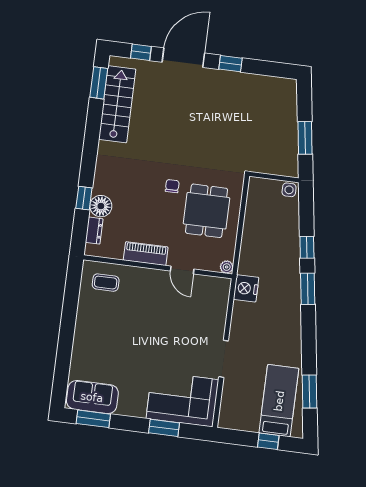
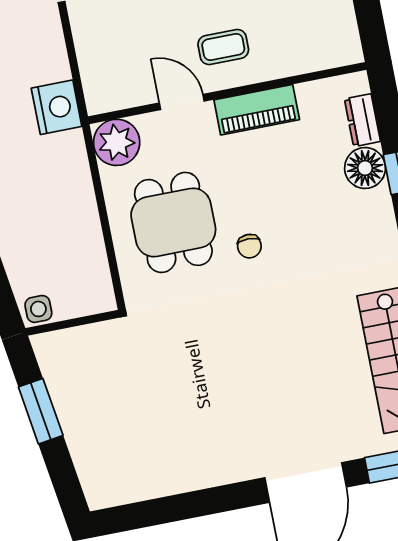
window: (230, 64) -> (218, 500), removed
plant: (227, 267) -> (117, 142), width x1.88, depth x1.88
coffee table: (106, 283) -> (223, 47), moved

